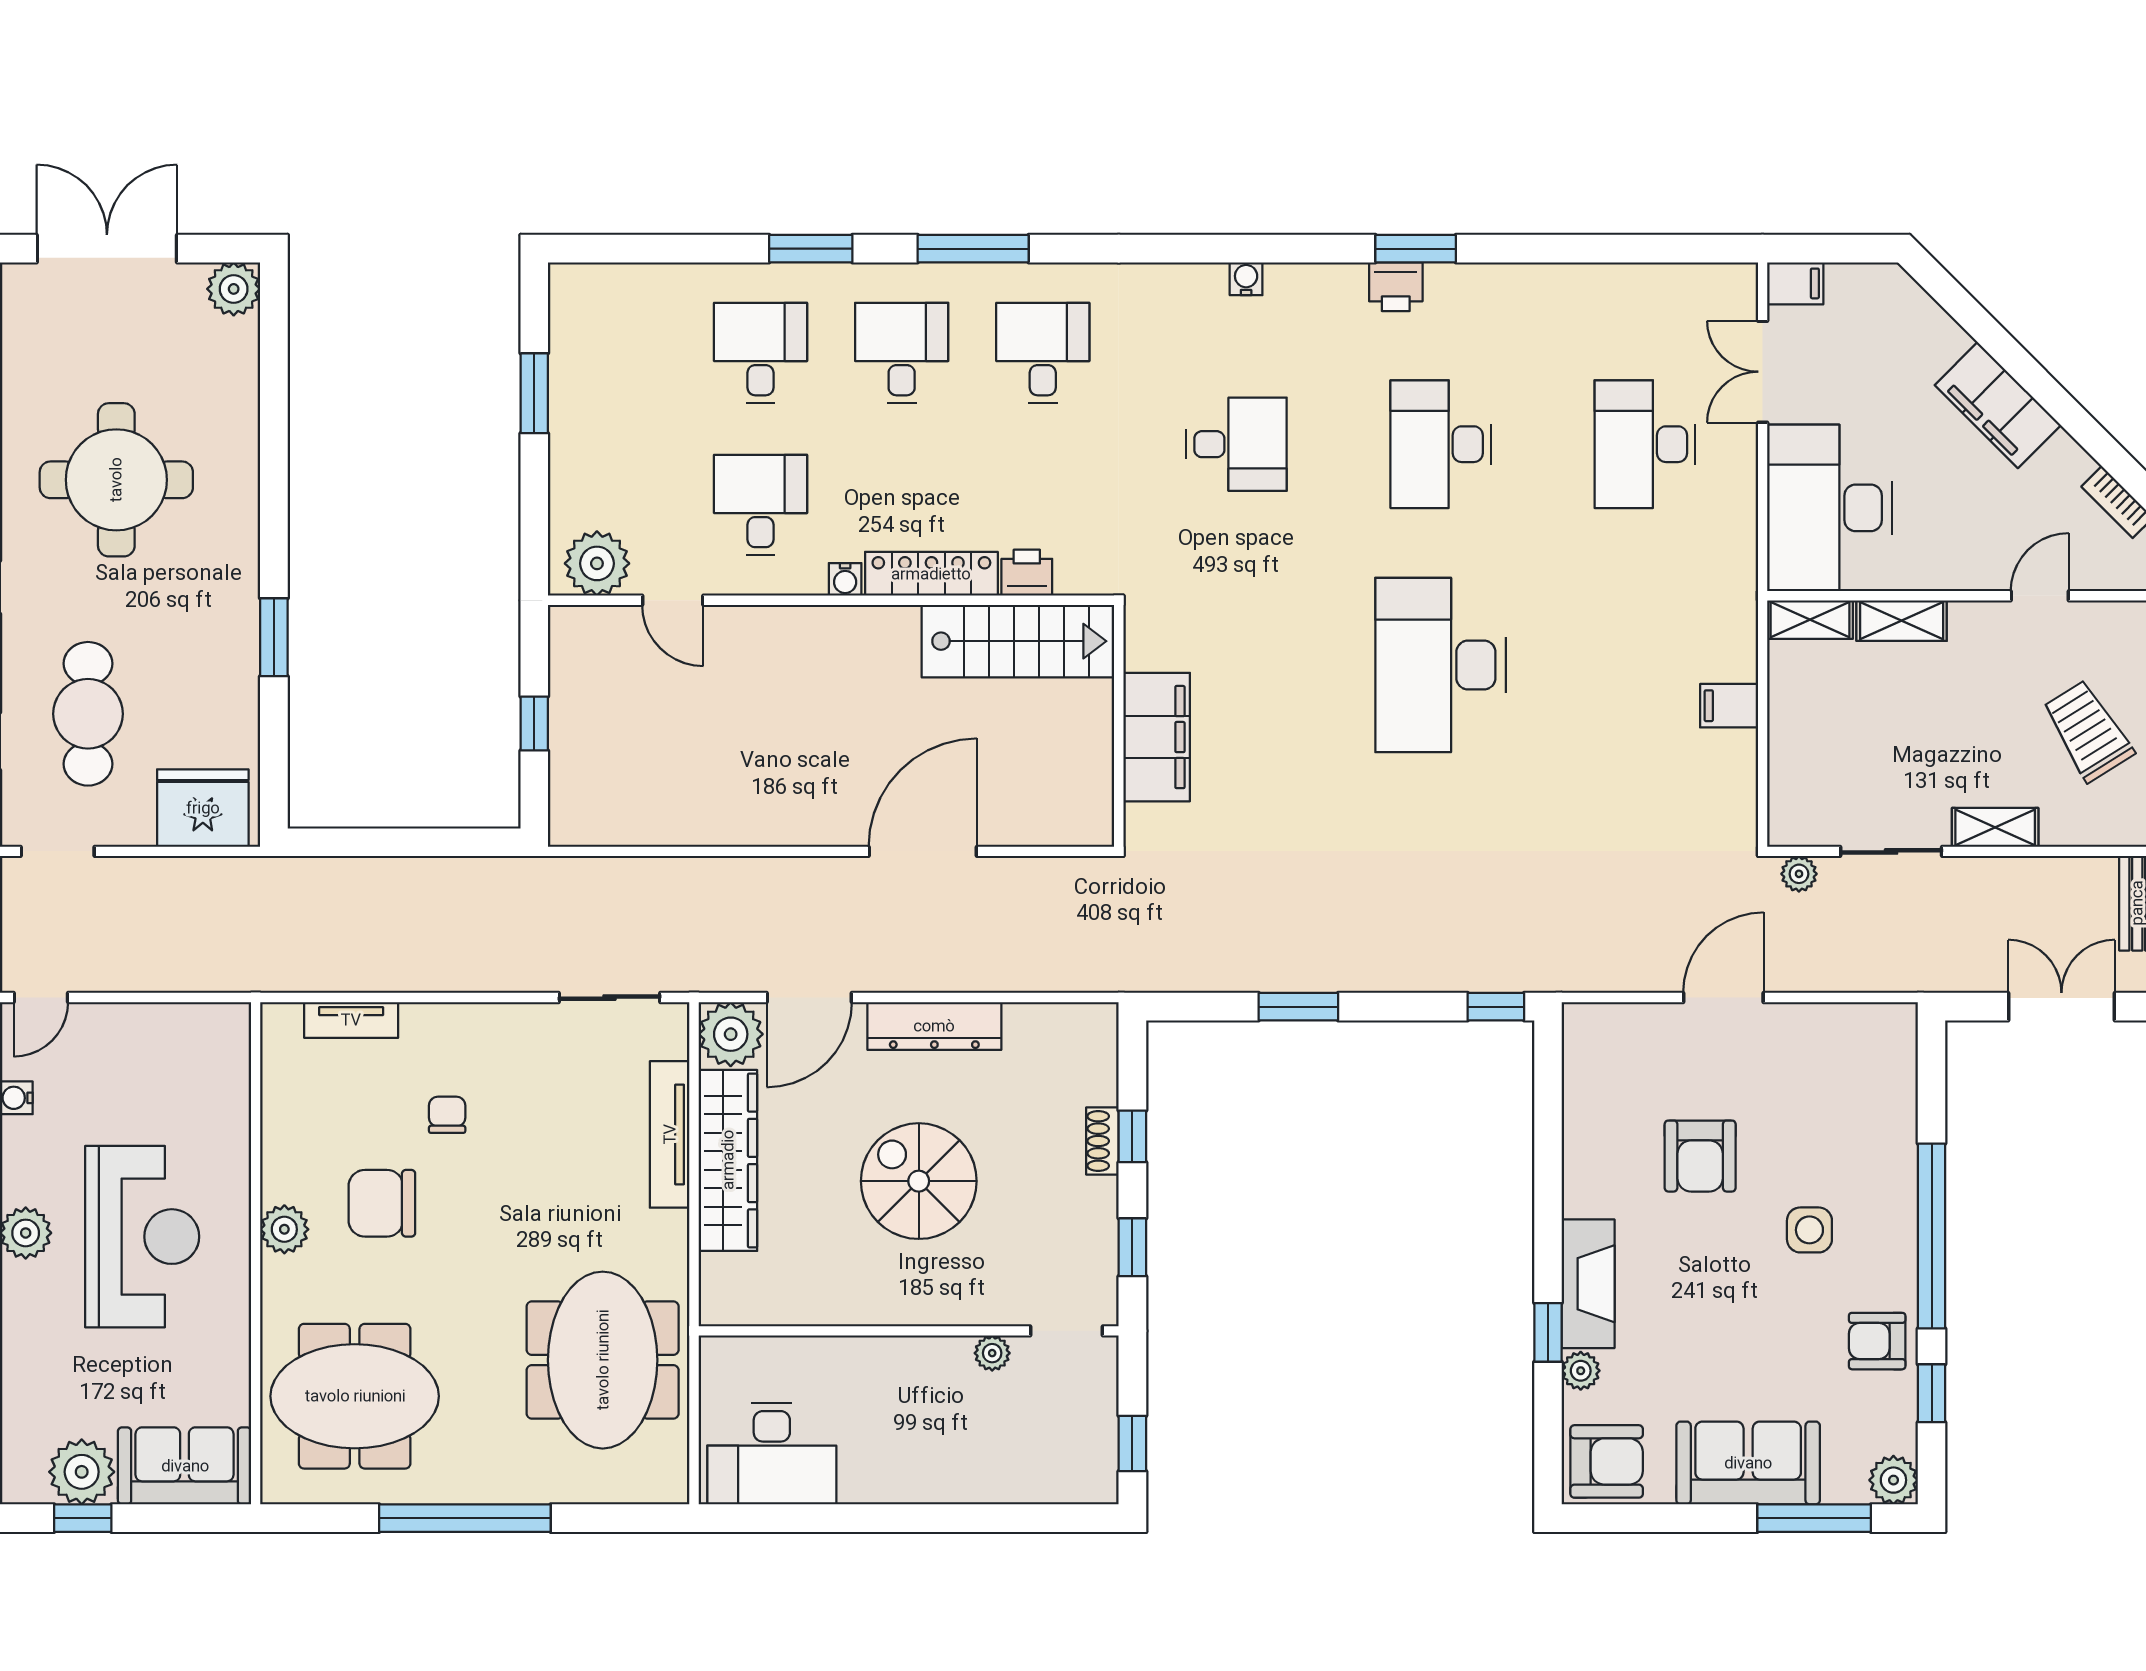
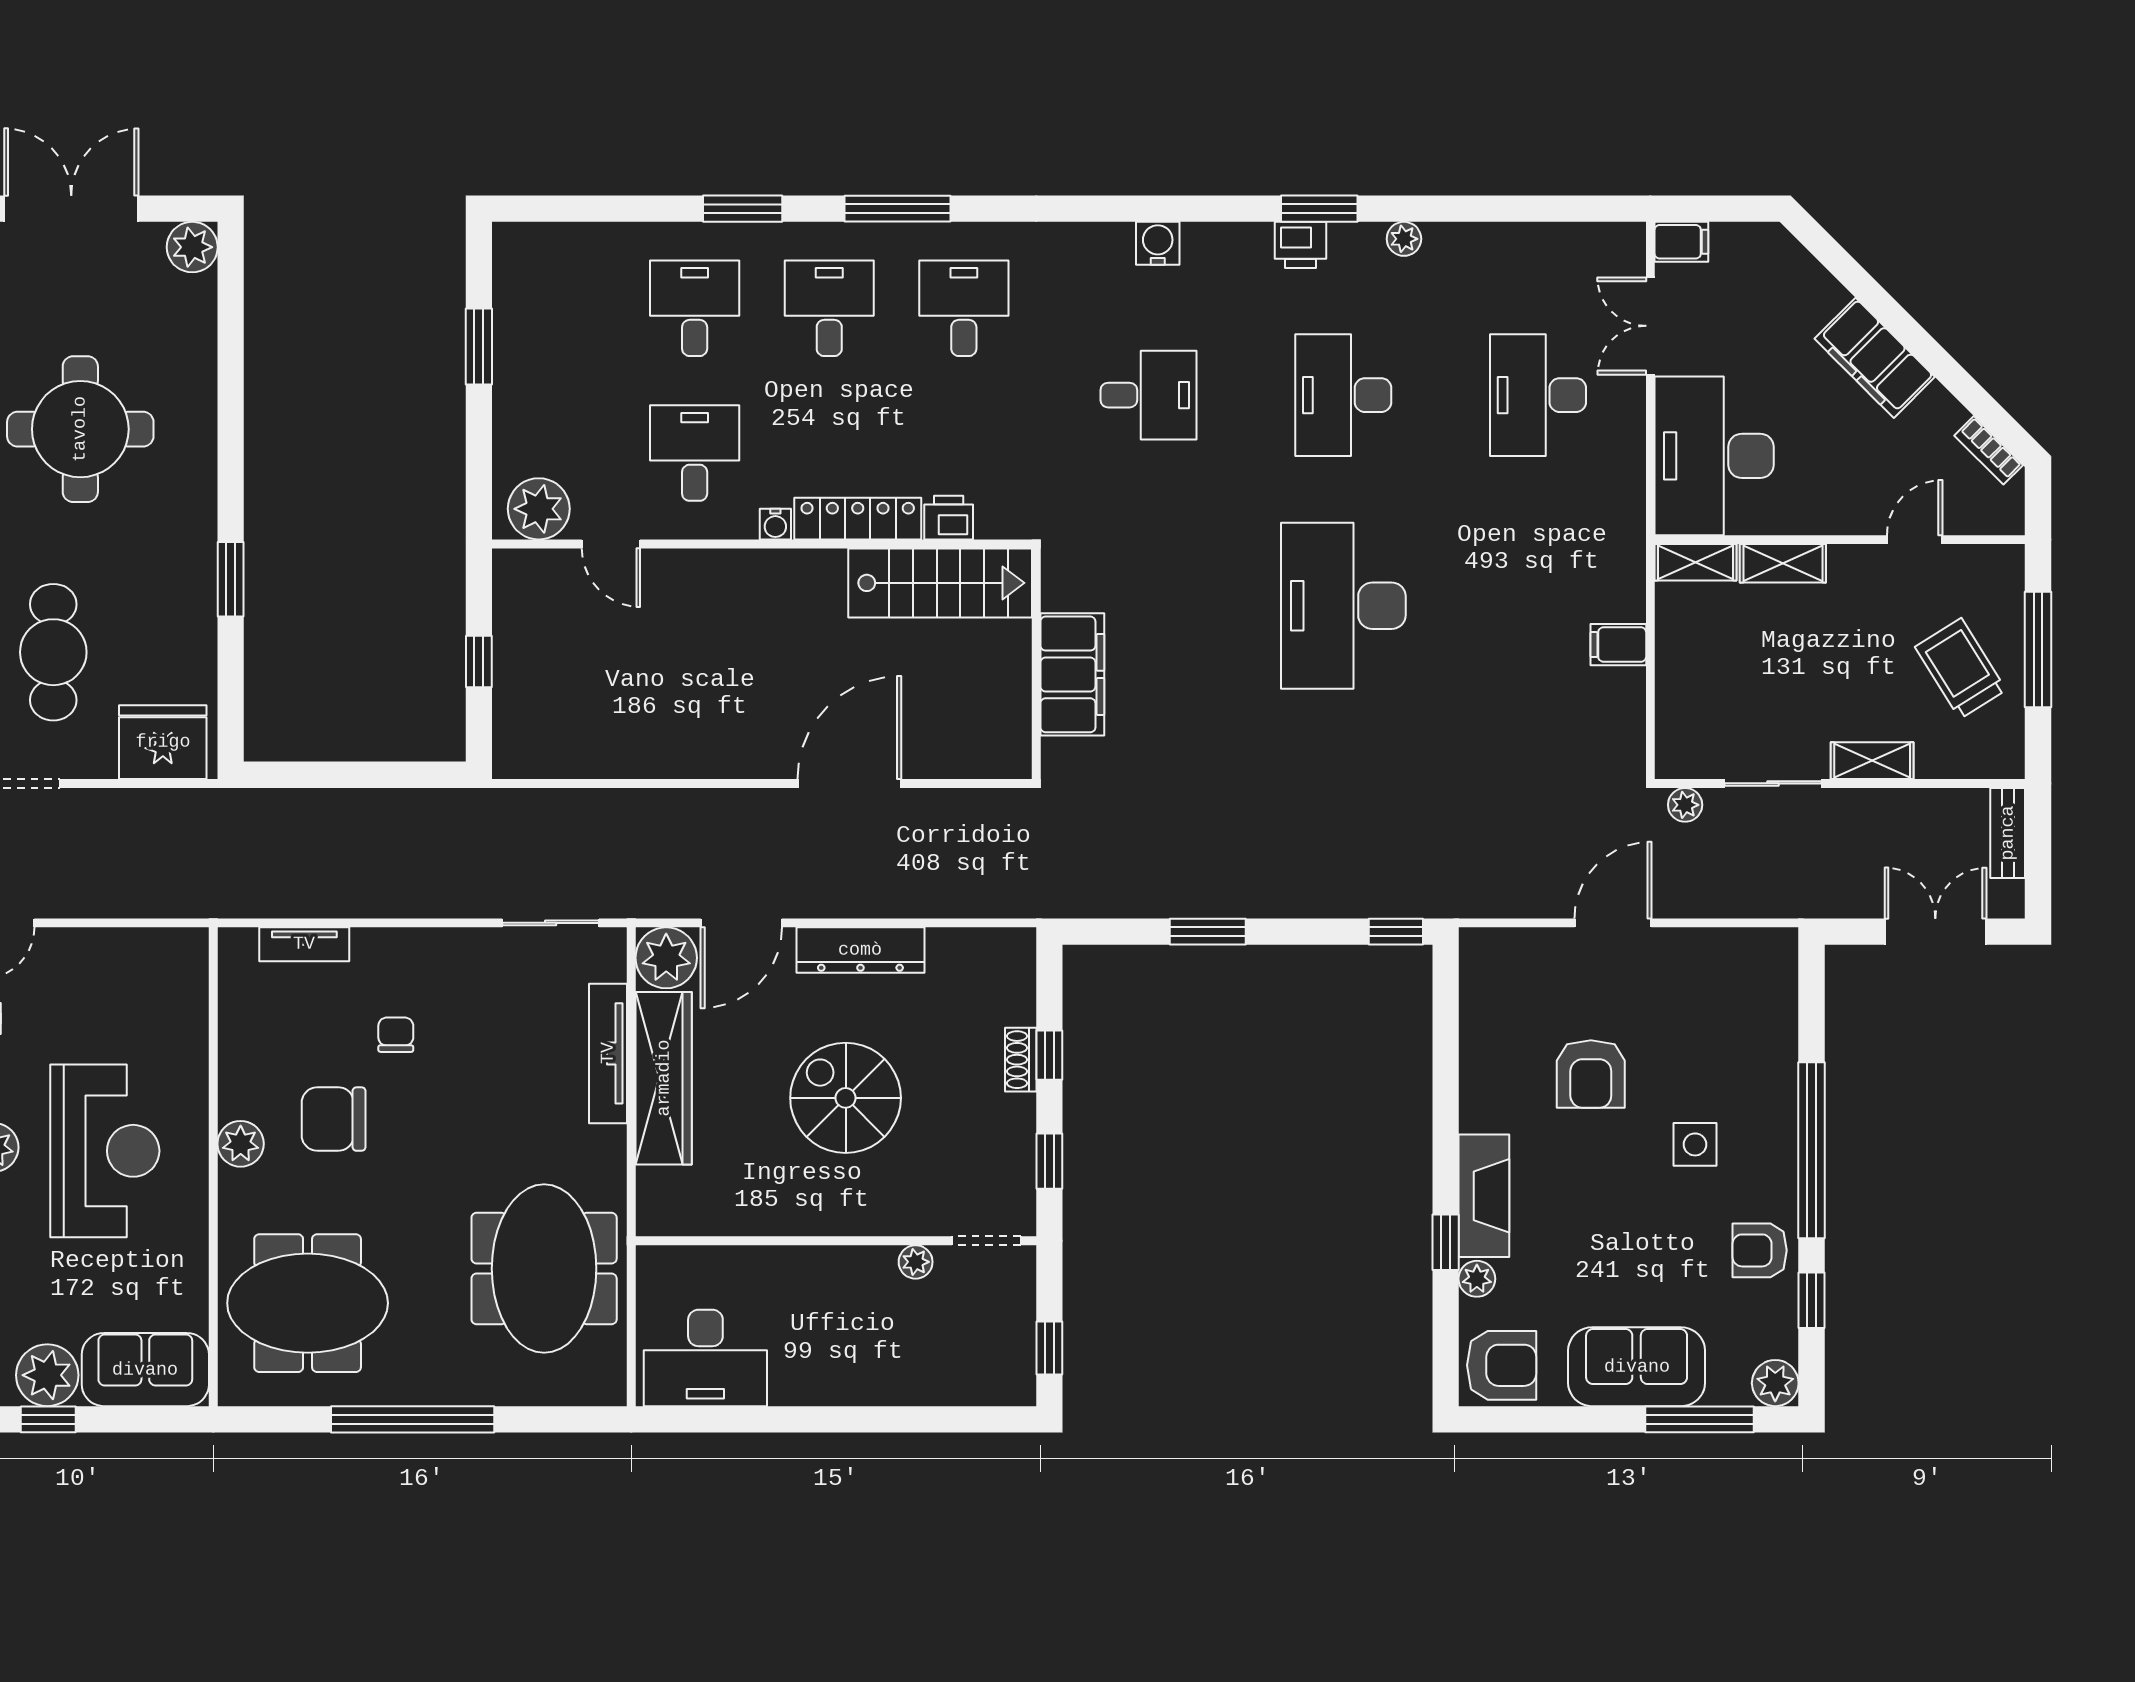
water cooler: (1246, 279) -> (1158, 243), width x1.38, depth x1.38
plant: (1504, 280) -> (1404, 239), added

